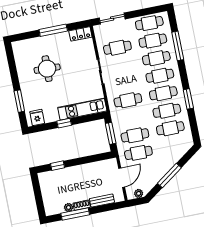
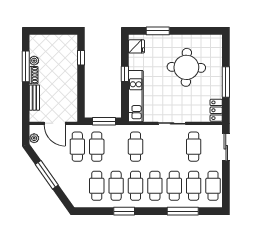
round table: (47, 69) -> (186, 67), width x1.36, depth x1.36

